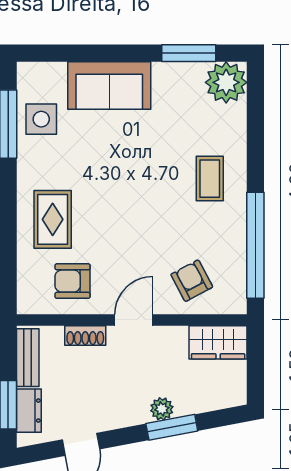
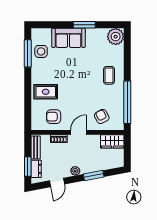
window: (189, 53) -> (84, 25), moved
rug: (53, 219) -> (46, 92), turned 90
plant: (162, 409) -> (75, 171), moved

